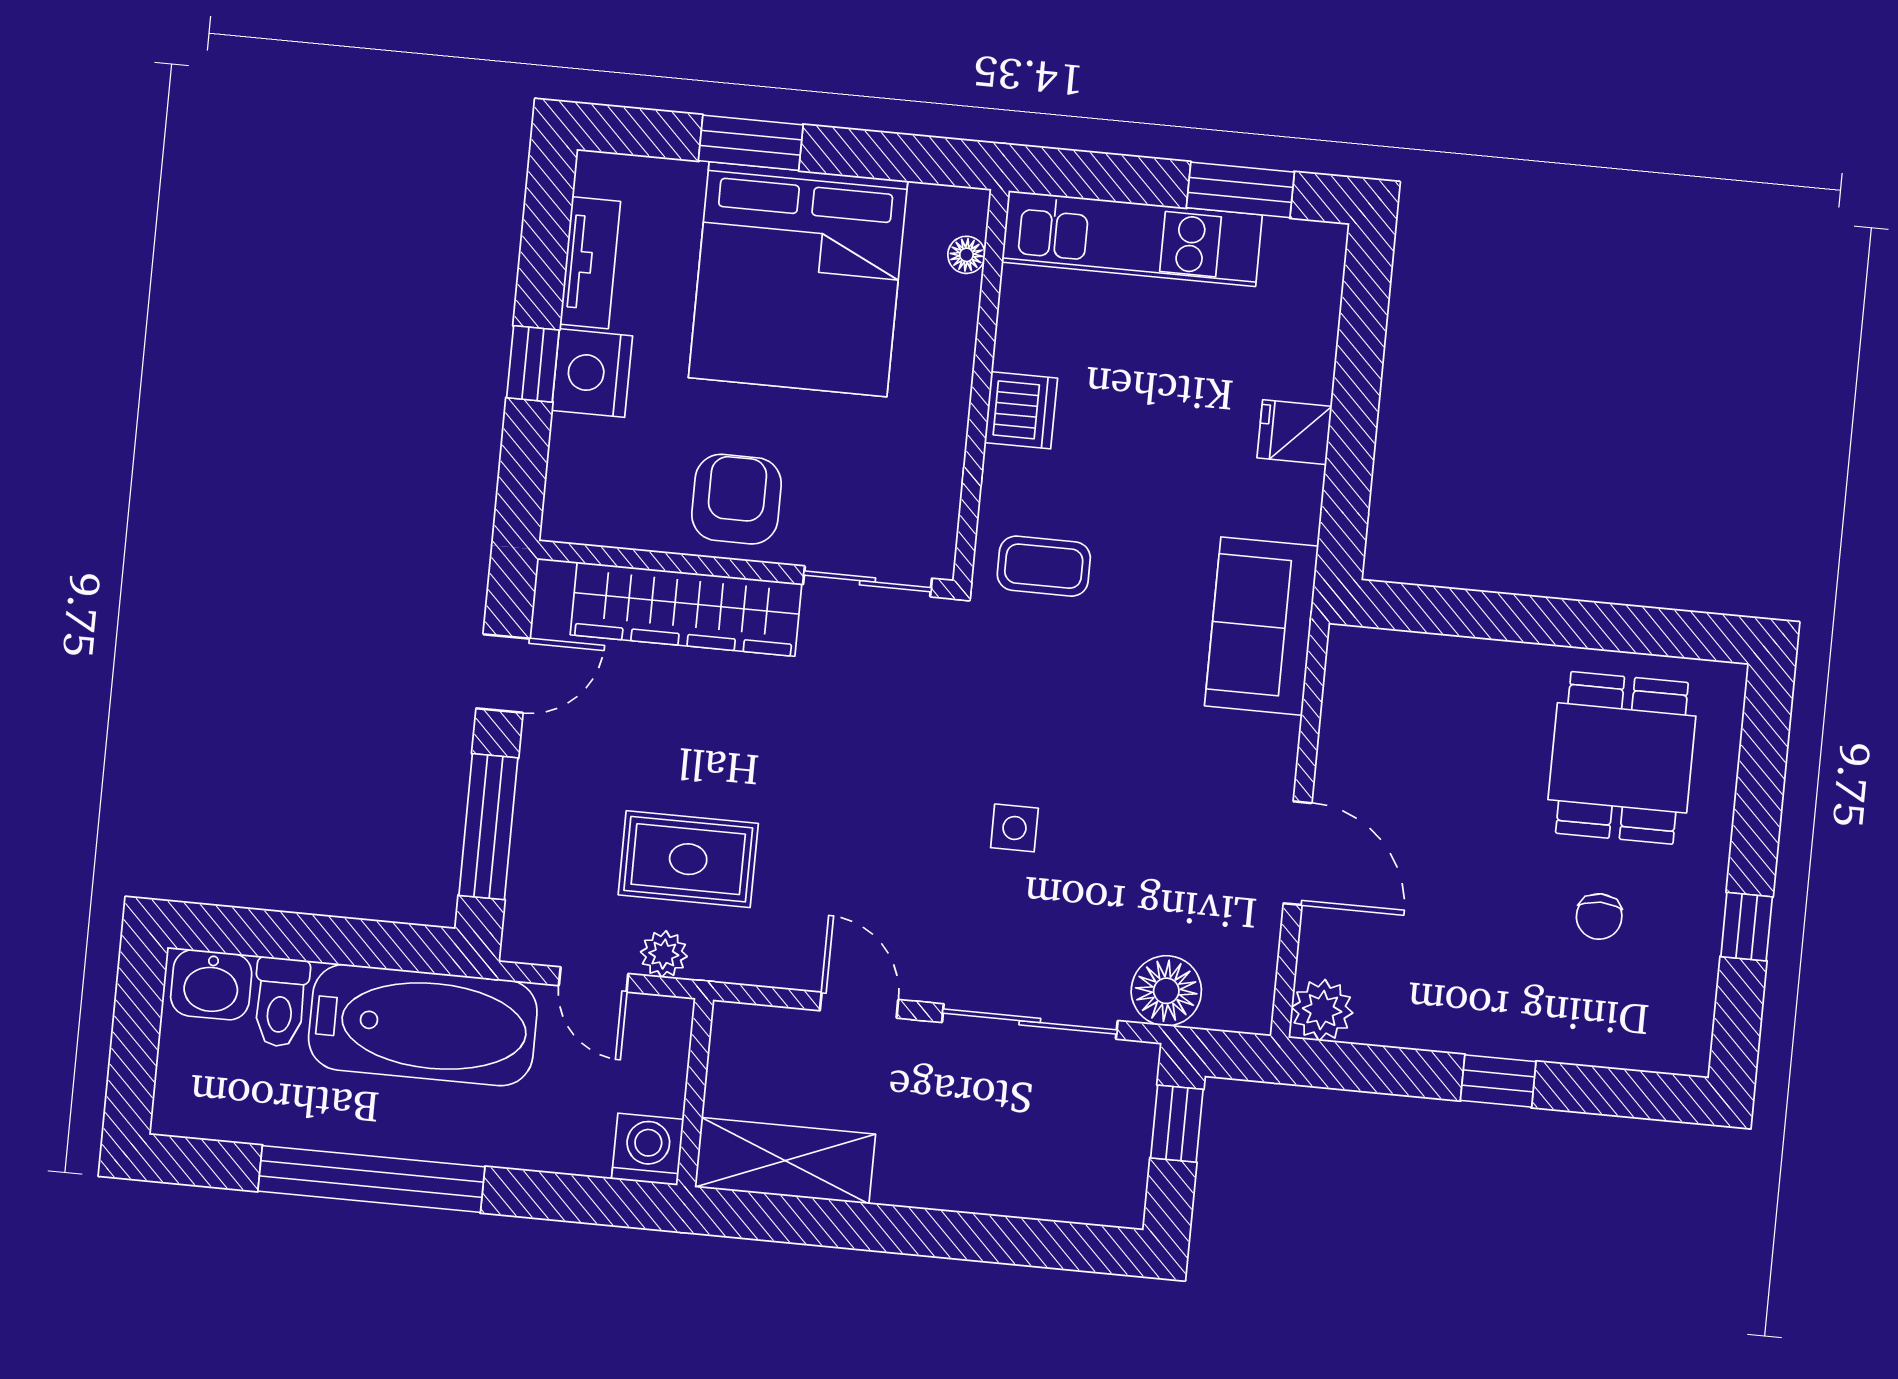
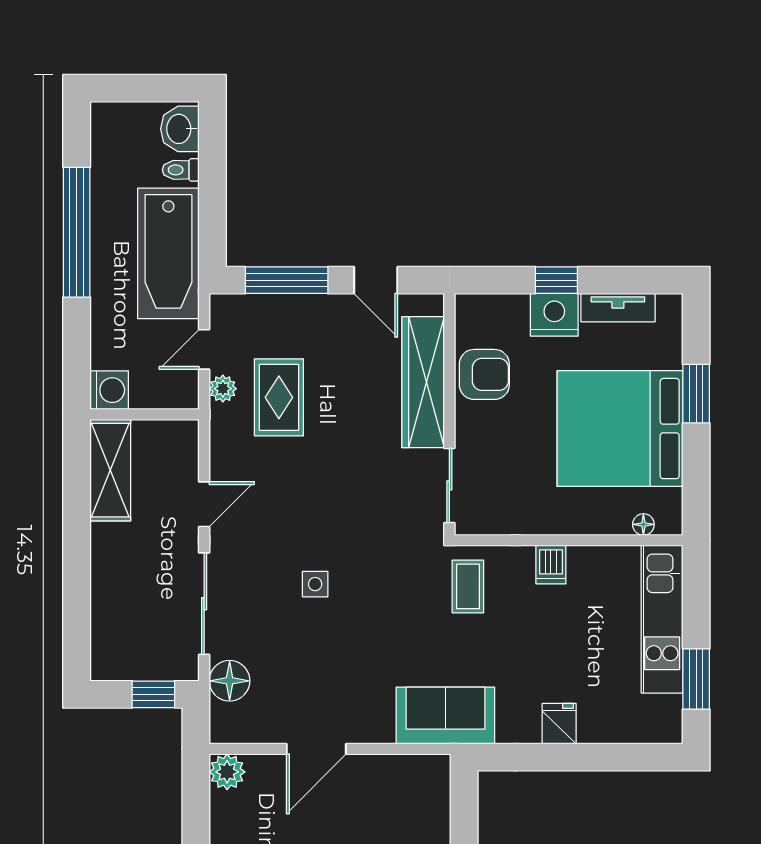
dishwasher: (1021, 410) -> (551, 565), width x0.73
armchair: (736, 499) -> (484, 374), moved
toilet: (280, 1002) -> (181, 170), width x0.73, depth x0.72

